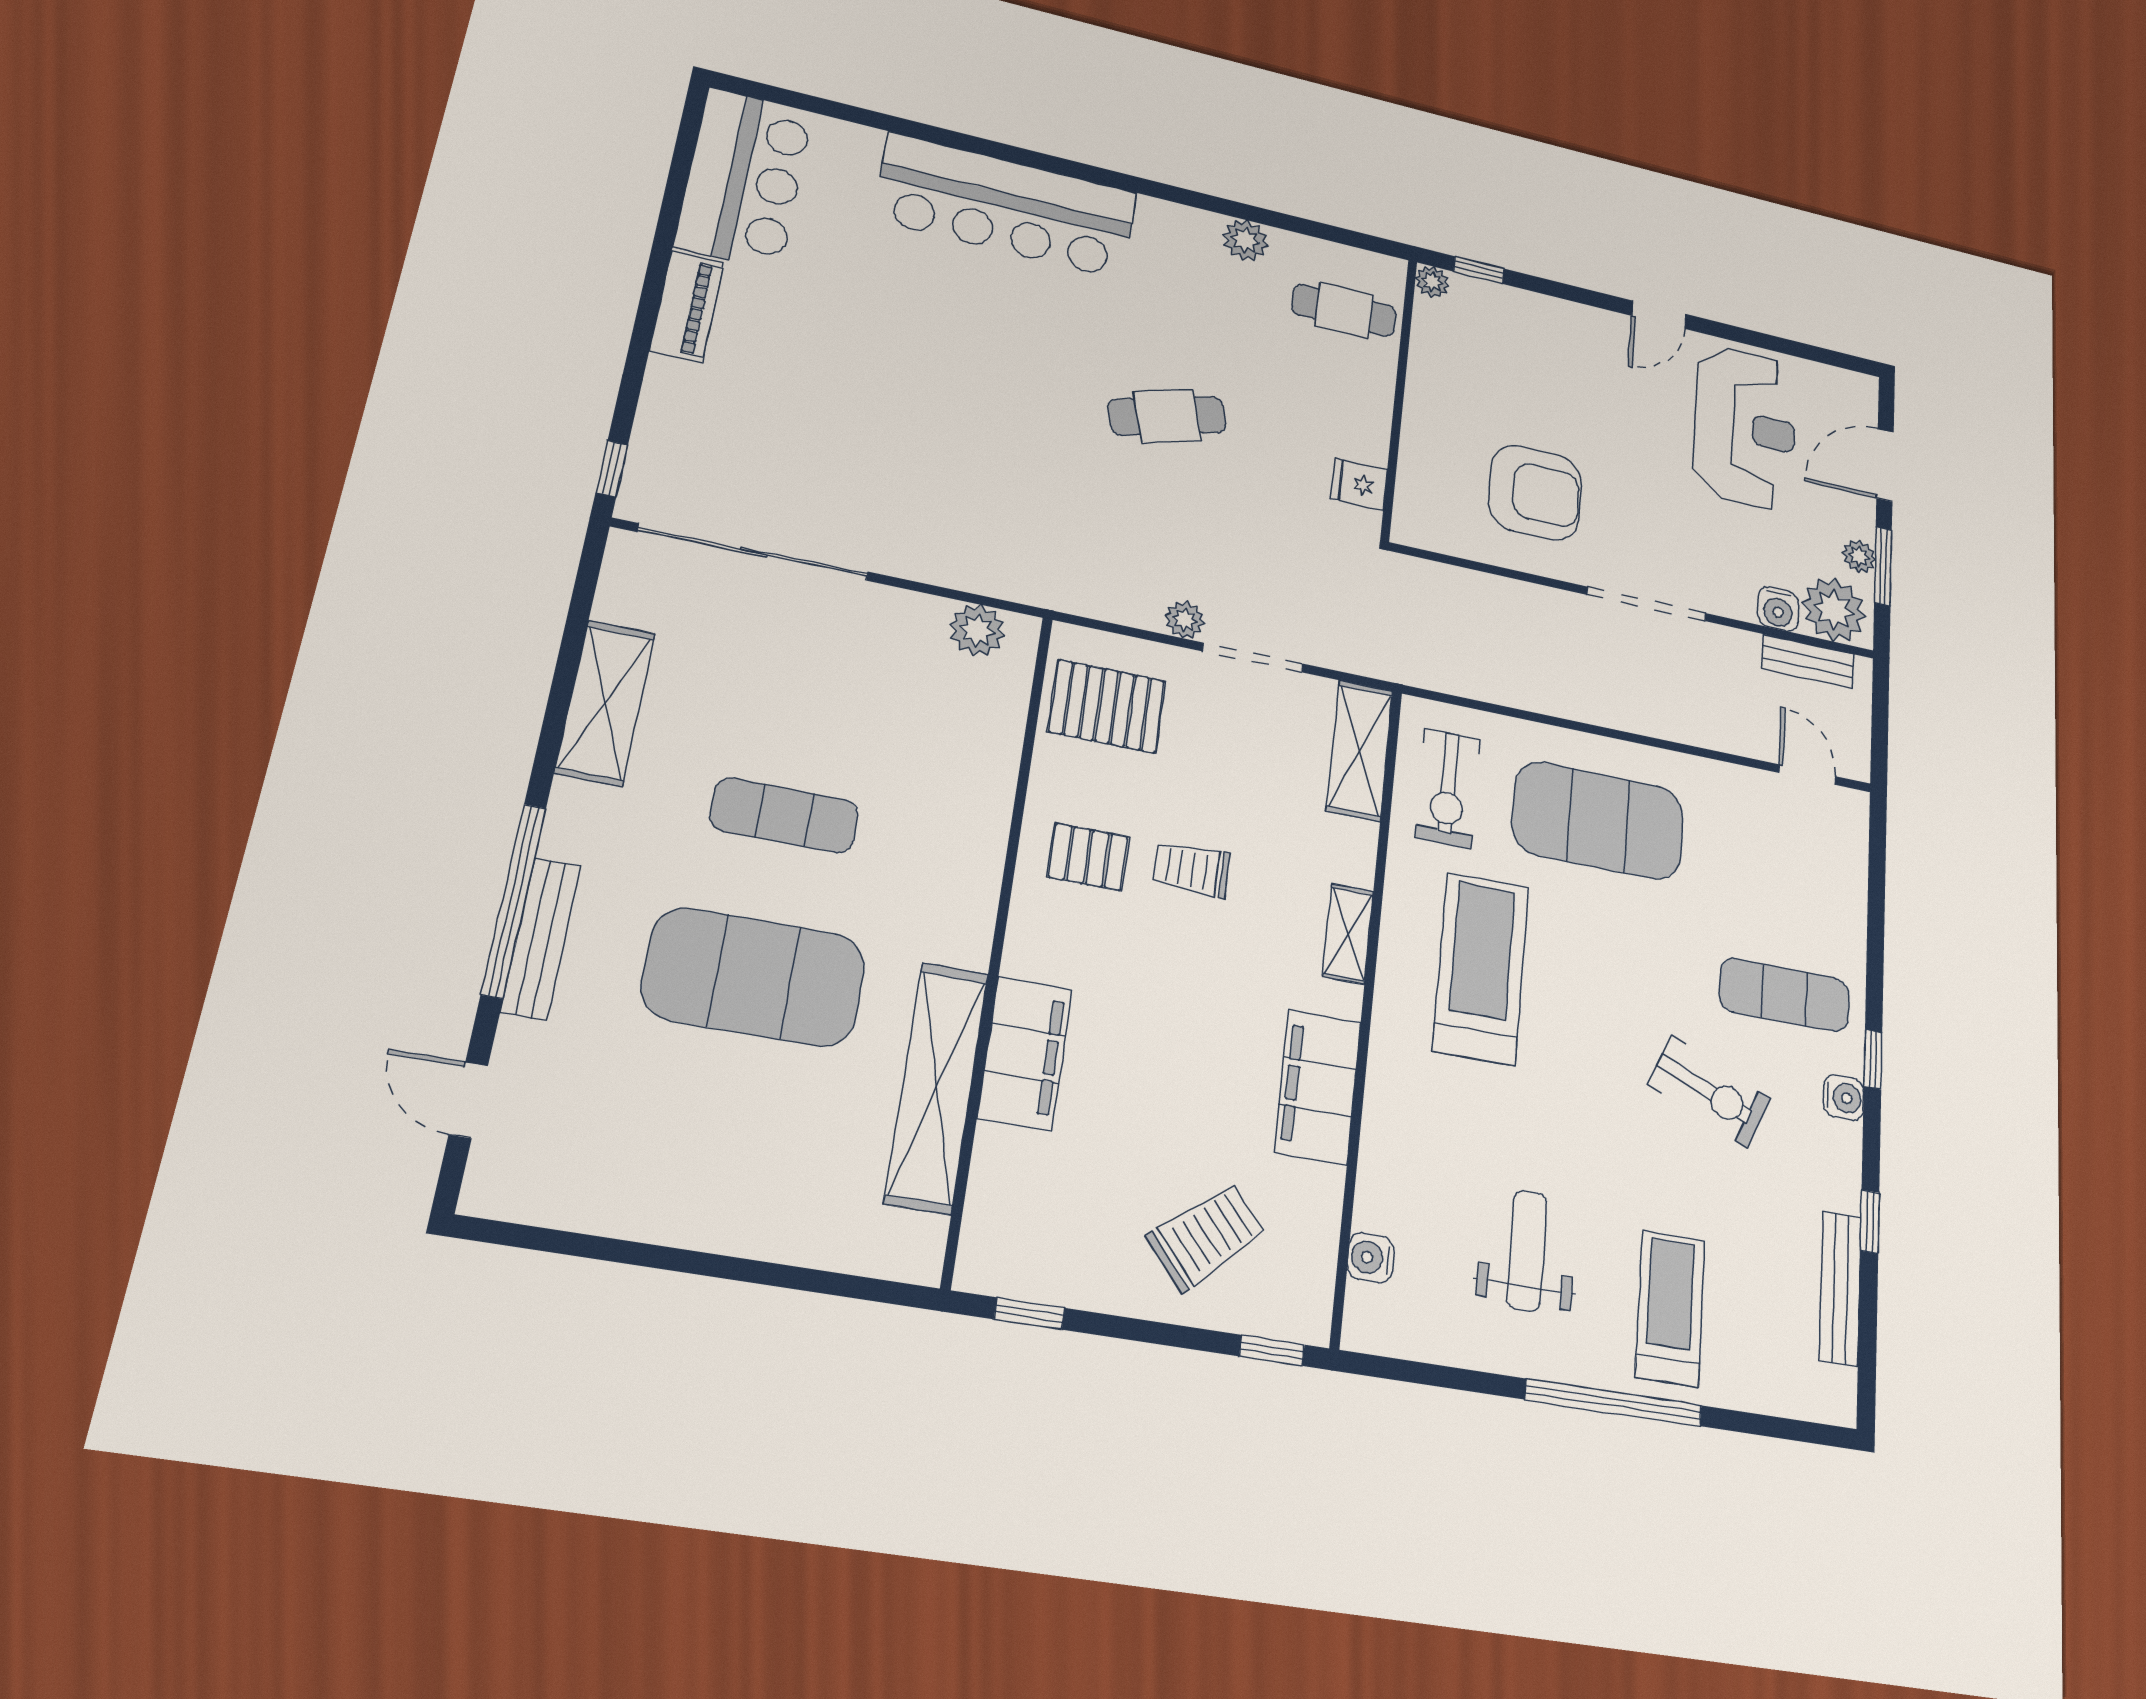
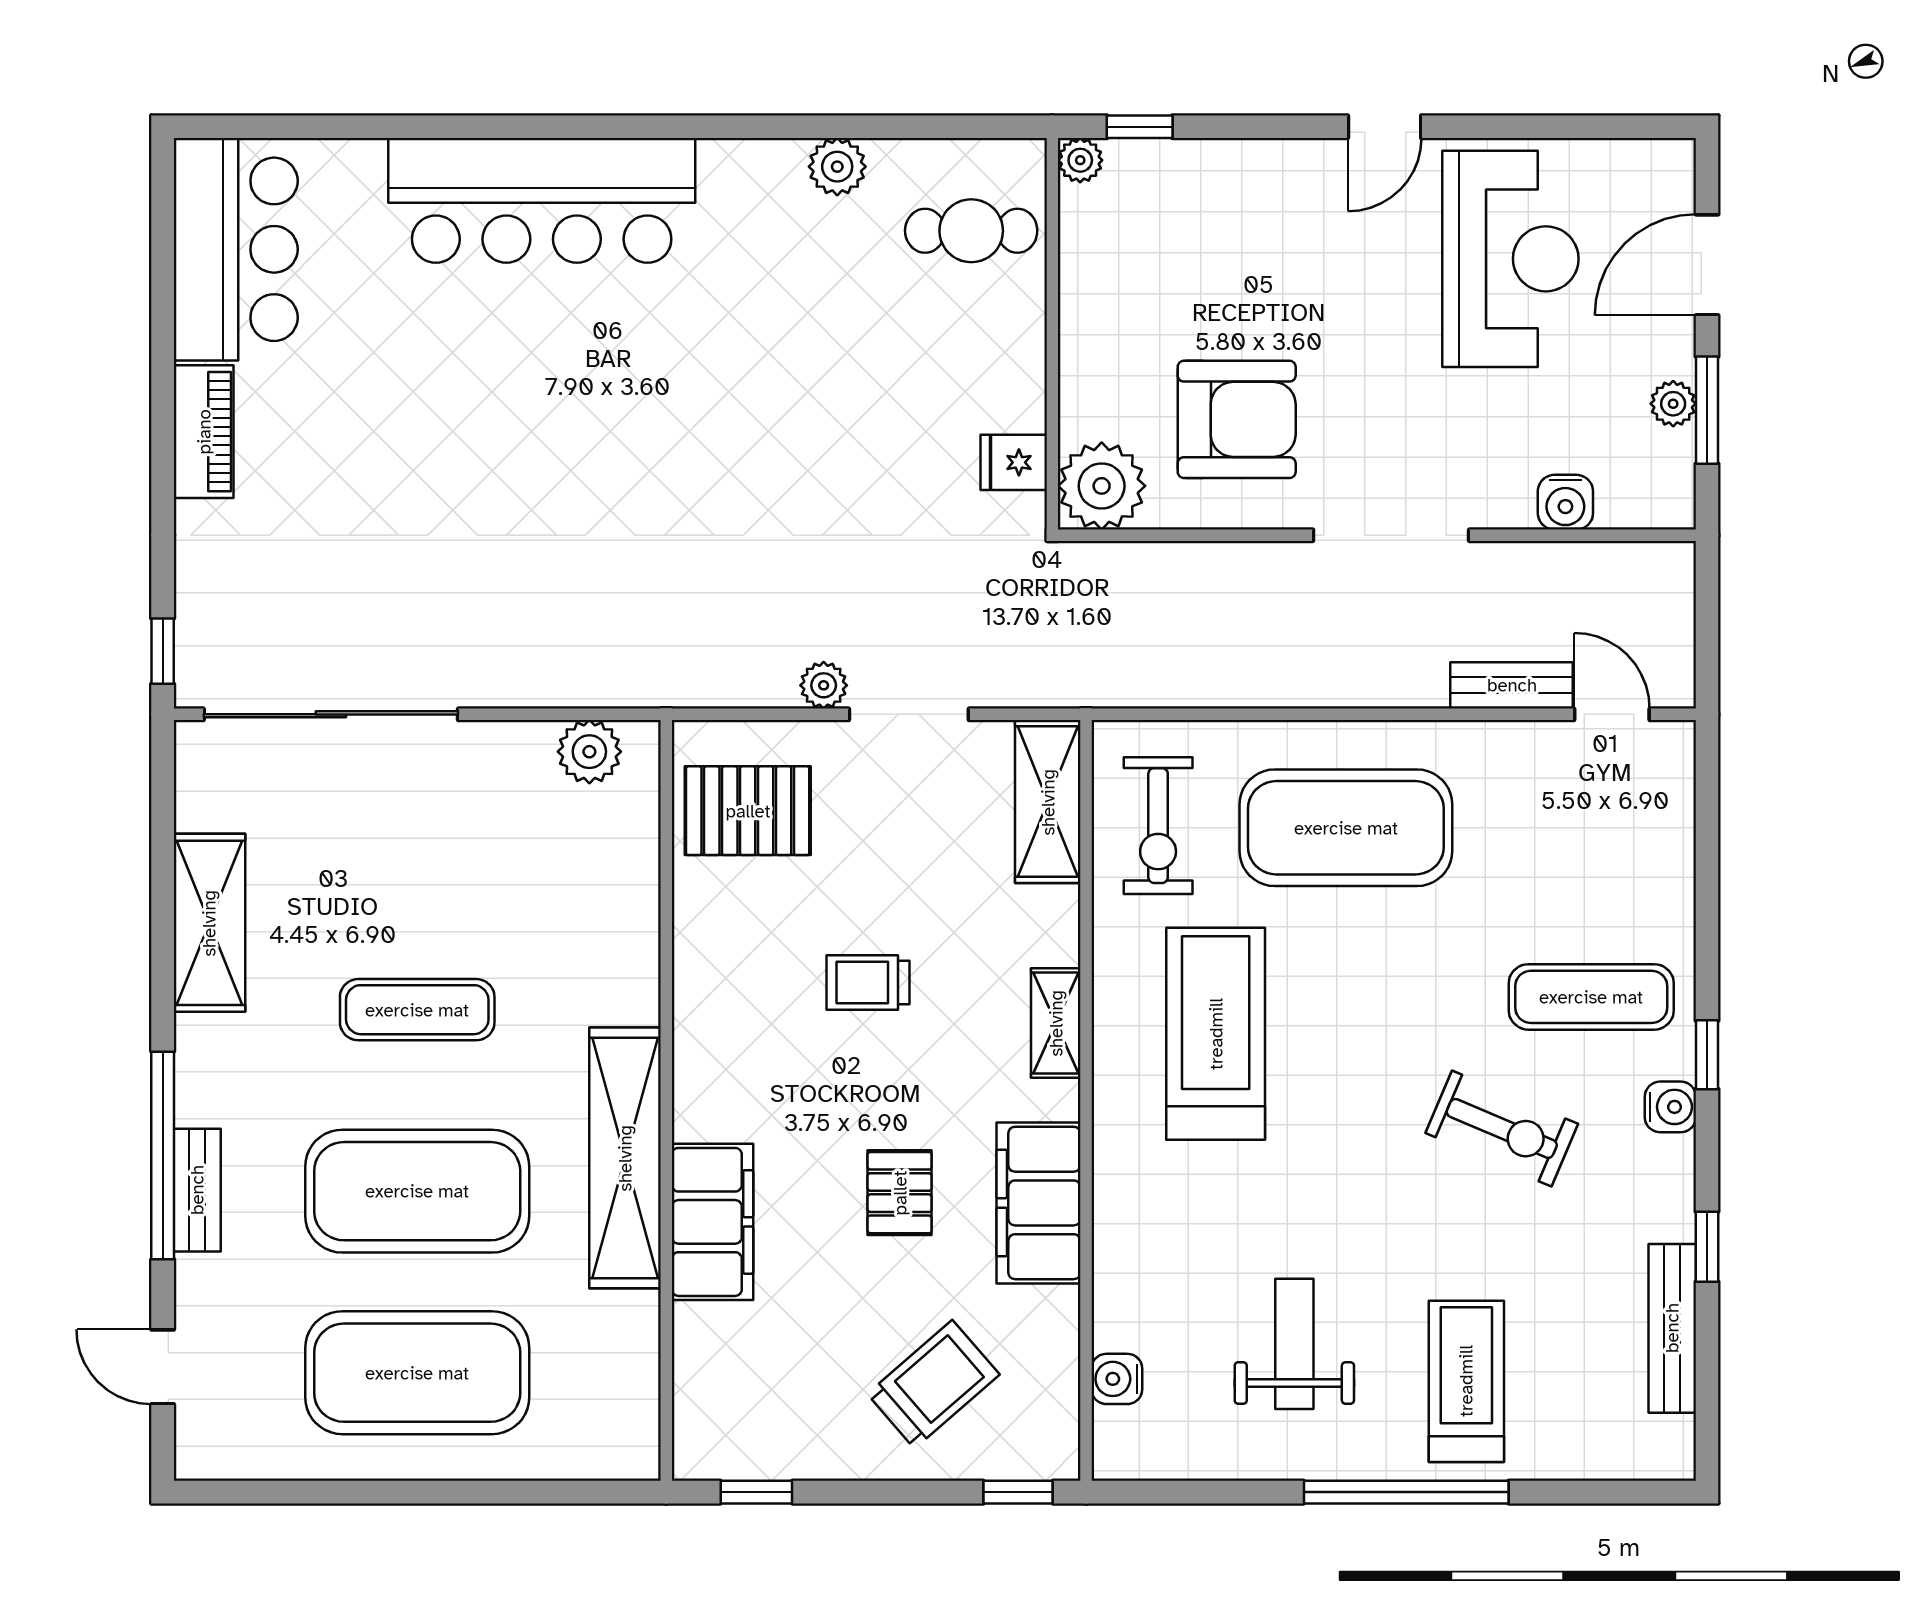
cafe table: (1167, 416) -> (771, 430), removed
plant: (1834, 610) -> (1102, 486), moved
bench: (1808, 661) -> (1512, 685), moved
pallet: (1088, 857) -> (900, 1193), moved, turned 90
bench: (541, 938) -> (197, 1190), width x0.73
shelving: (937, 1087) -> (625, 1158), moved
exercise mat: (722, 1147) -> (417, 1373), added

